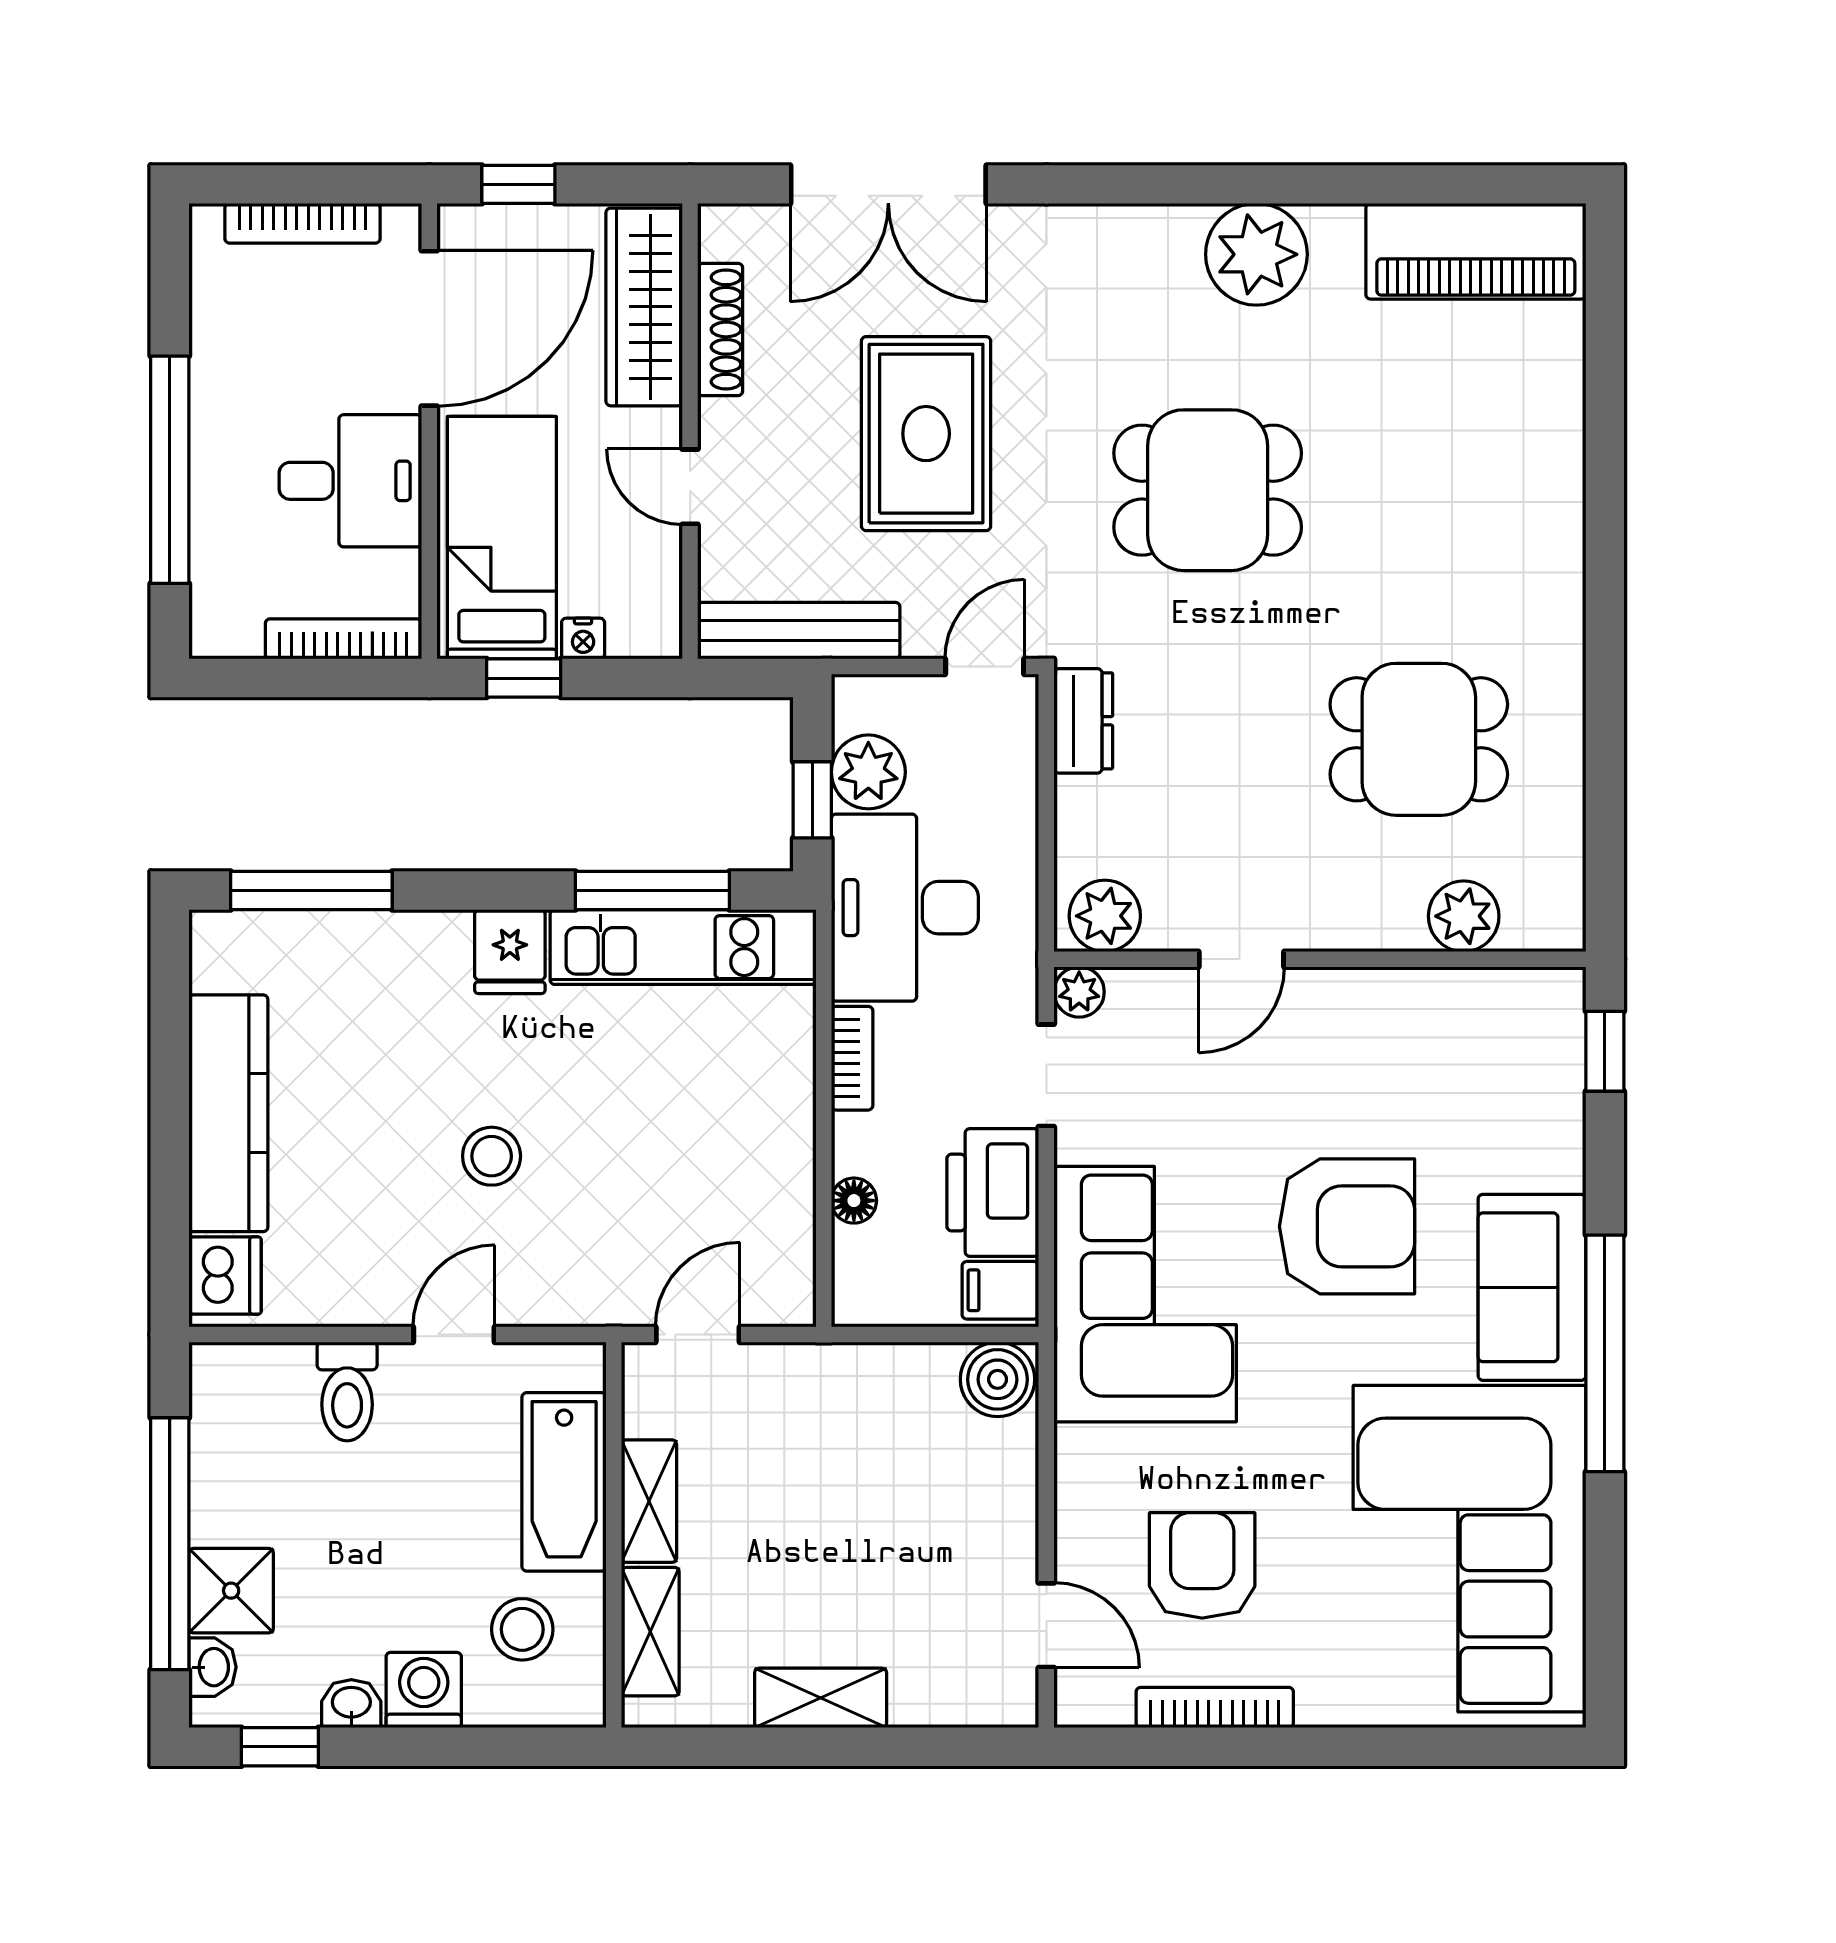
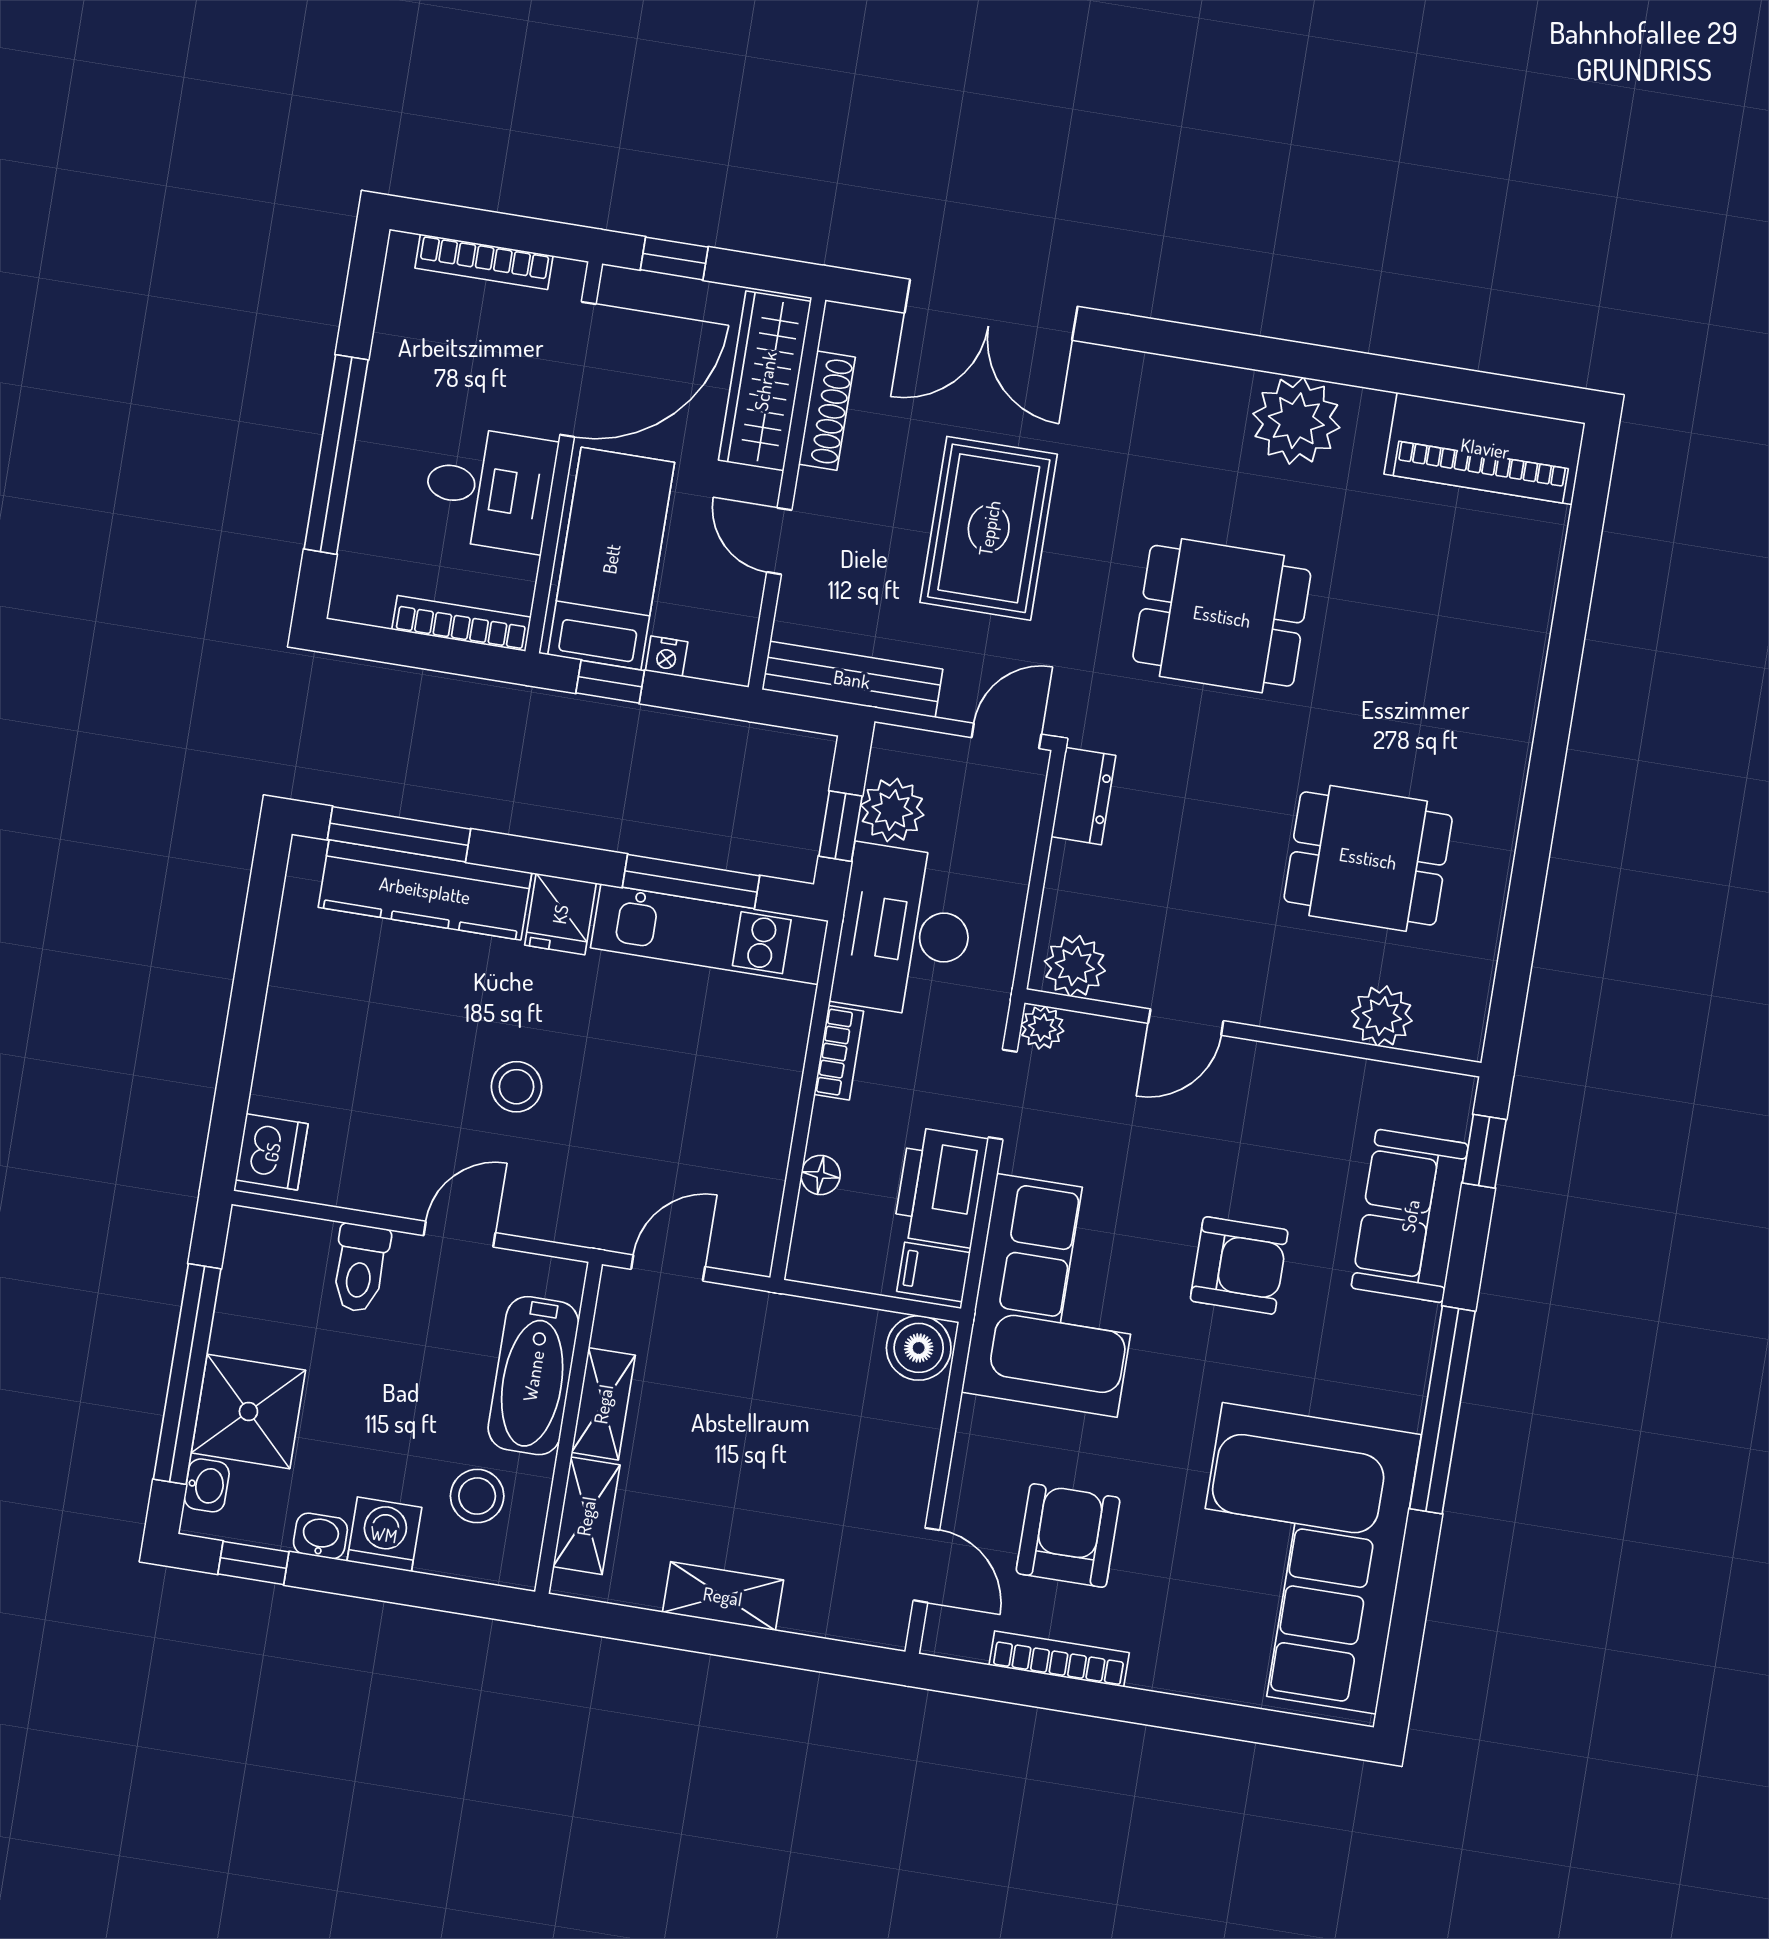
kitchen counter: (228, 1113) -> (425, 890), moved, turned 90
armchair: (1347, 1226) -> (1239, 1265), width x0.73, depth x0.73
sofa: (1532, 1287) -> (1410, 1216), moved
shower: (231, 1591) -> (248, 1411), width x1.36, depth x1.36

